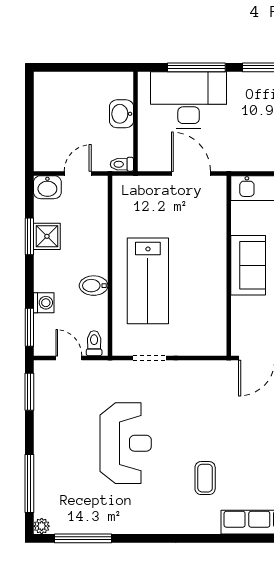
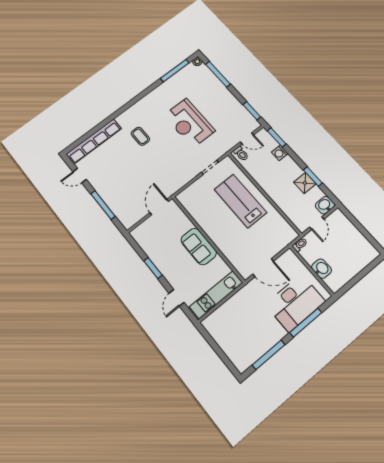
bidet: (94, 286) -> (264, 179), removed

